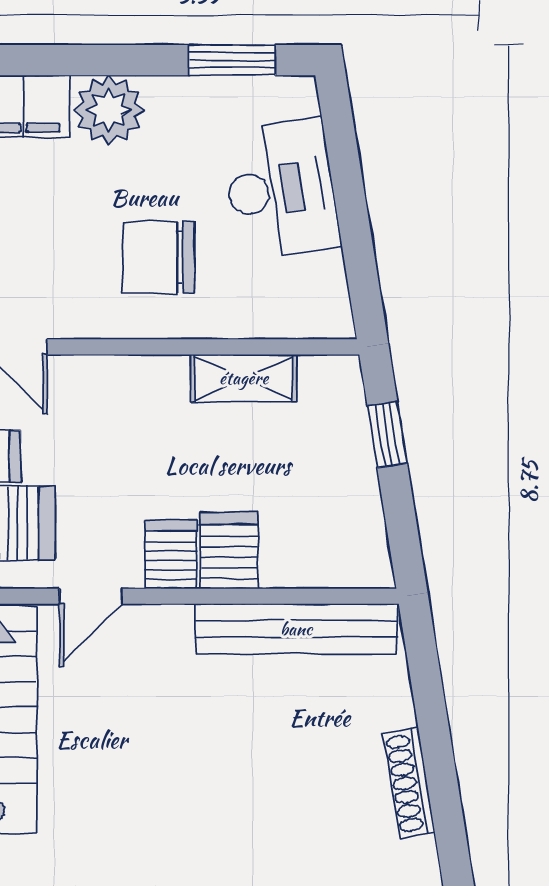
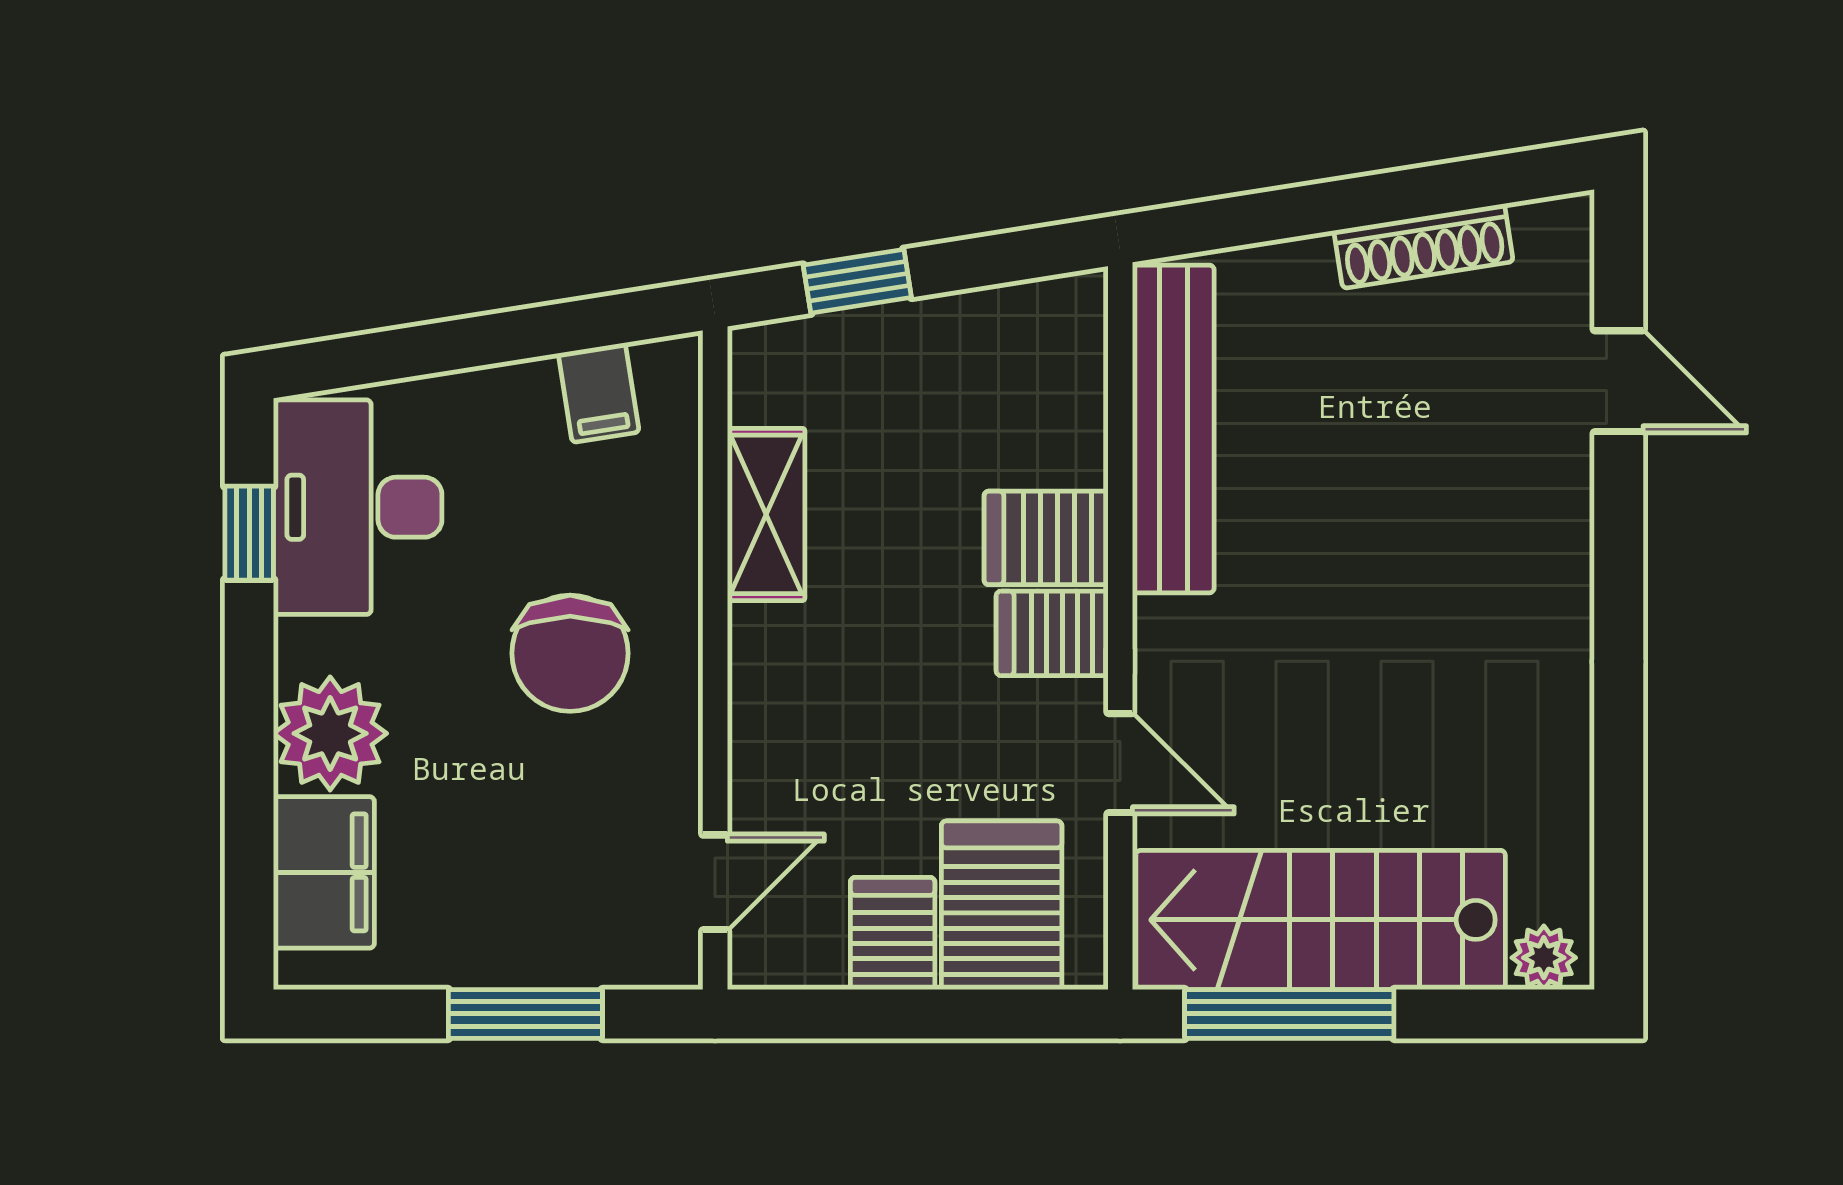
window: (232, 60) -> (249, 533), width x0.67
desk: (281, 189) -> (358, 507), moved, turned -81
filing cabinet: (319, 275) -> (599, 393), added

